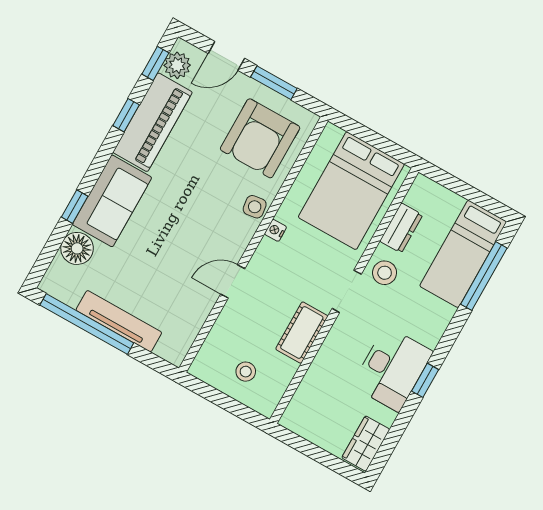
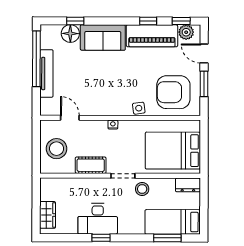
window: (75, 207) -> (75, 21), moved
dresser: (401, 228) -> (188, 185), moved
nightstand: (275, 230) -> (113, 125), moved
window: (484, 276) -> (167, 238), width x0.69
door: (233, 281) -> (70, 118), moved
stool: (246, 372) -> (57, 149), width x1.89, depth x1.89
wardrobe: (366, 444) -> (48, 215), moved, turned 90

